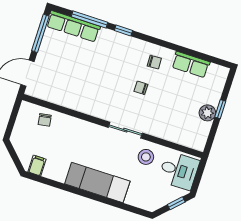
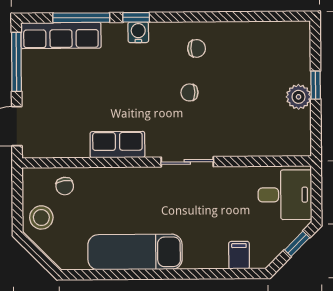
water cooler: (122, 40) -> (138, 32), added
row of seats: (191, 65) -> (117, 145), moved, turned 180
stool: (146, 157) -> (41, 217), moved
filing cabinet: (37, 166) -> (239, 255), moved
exam couch: (97, 182) -> (135, 252), moved

